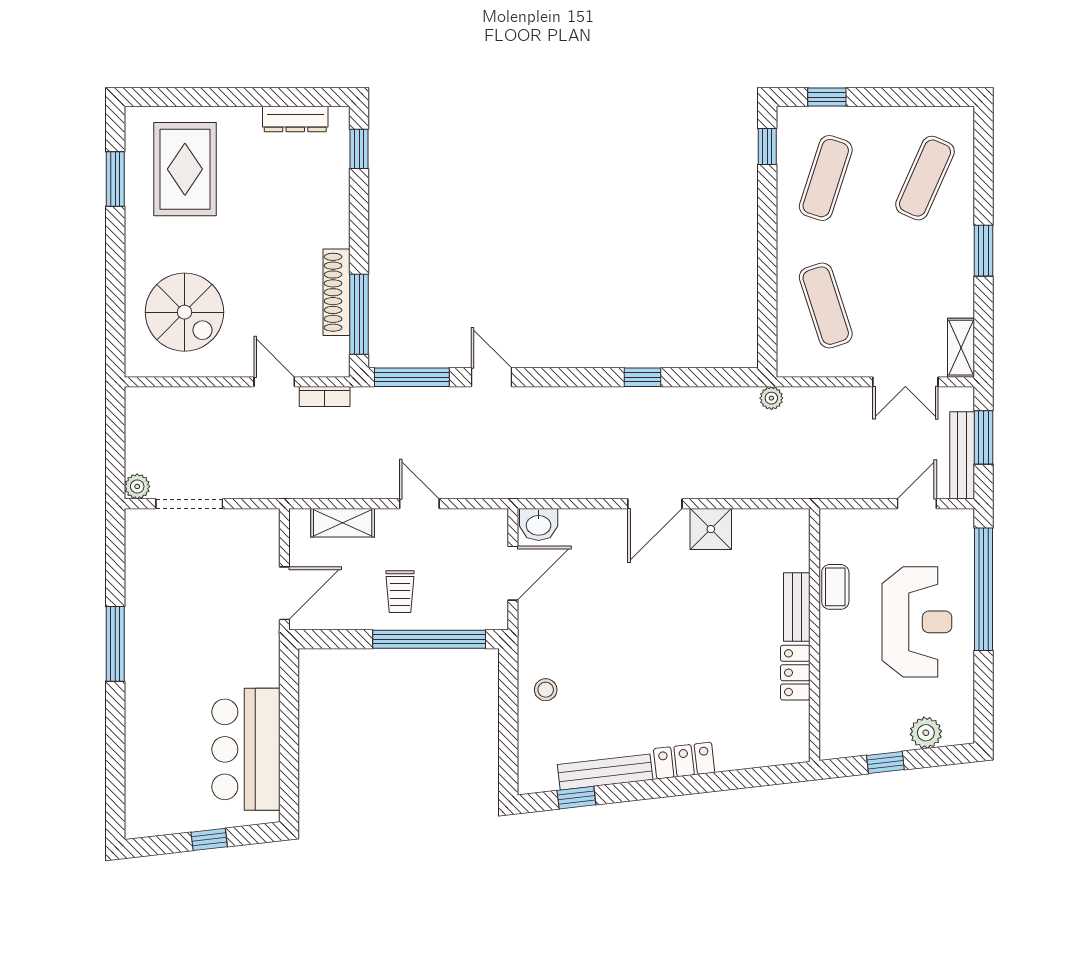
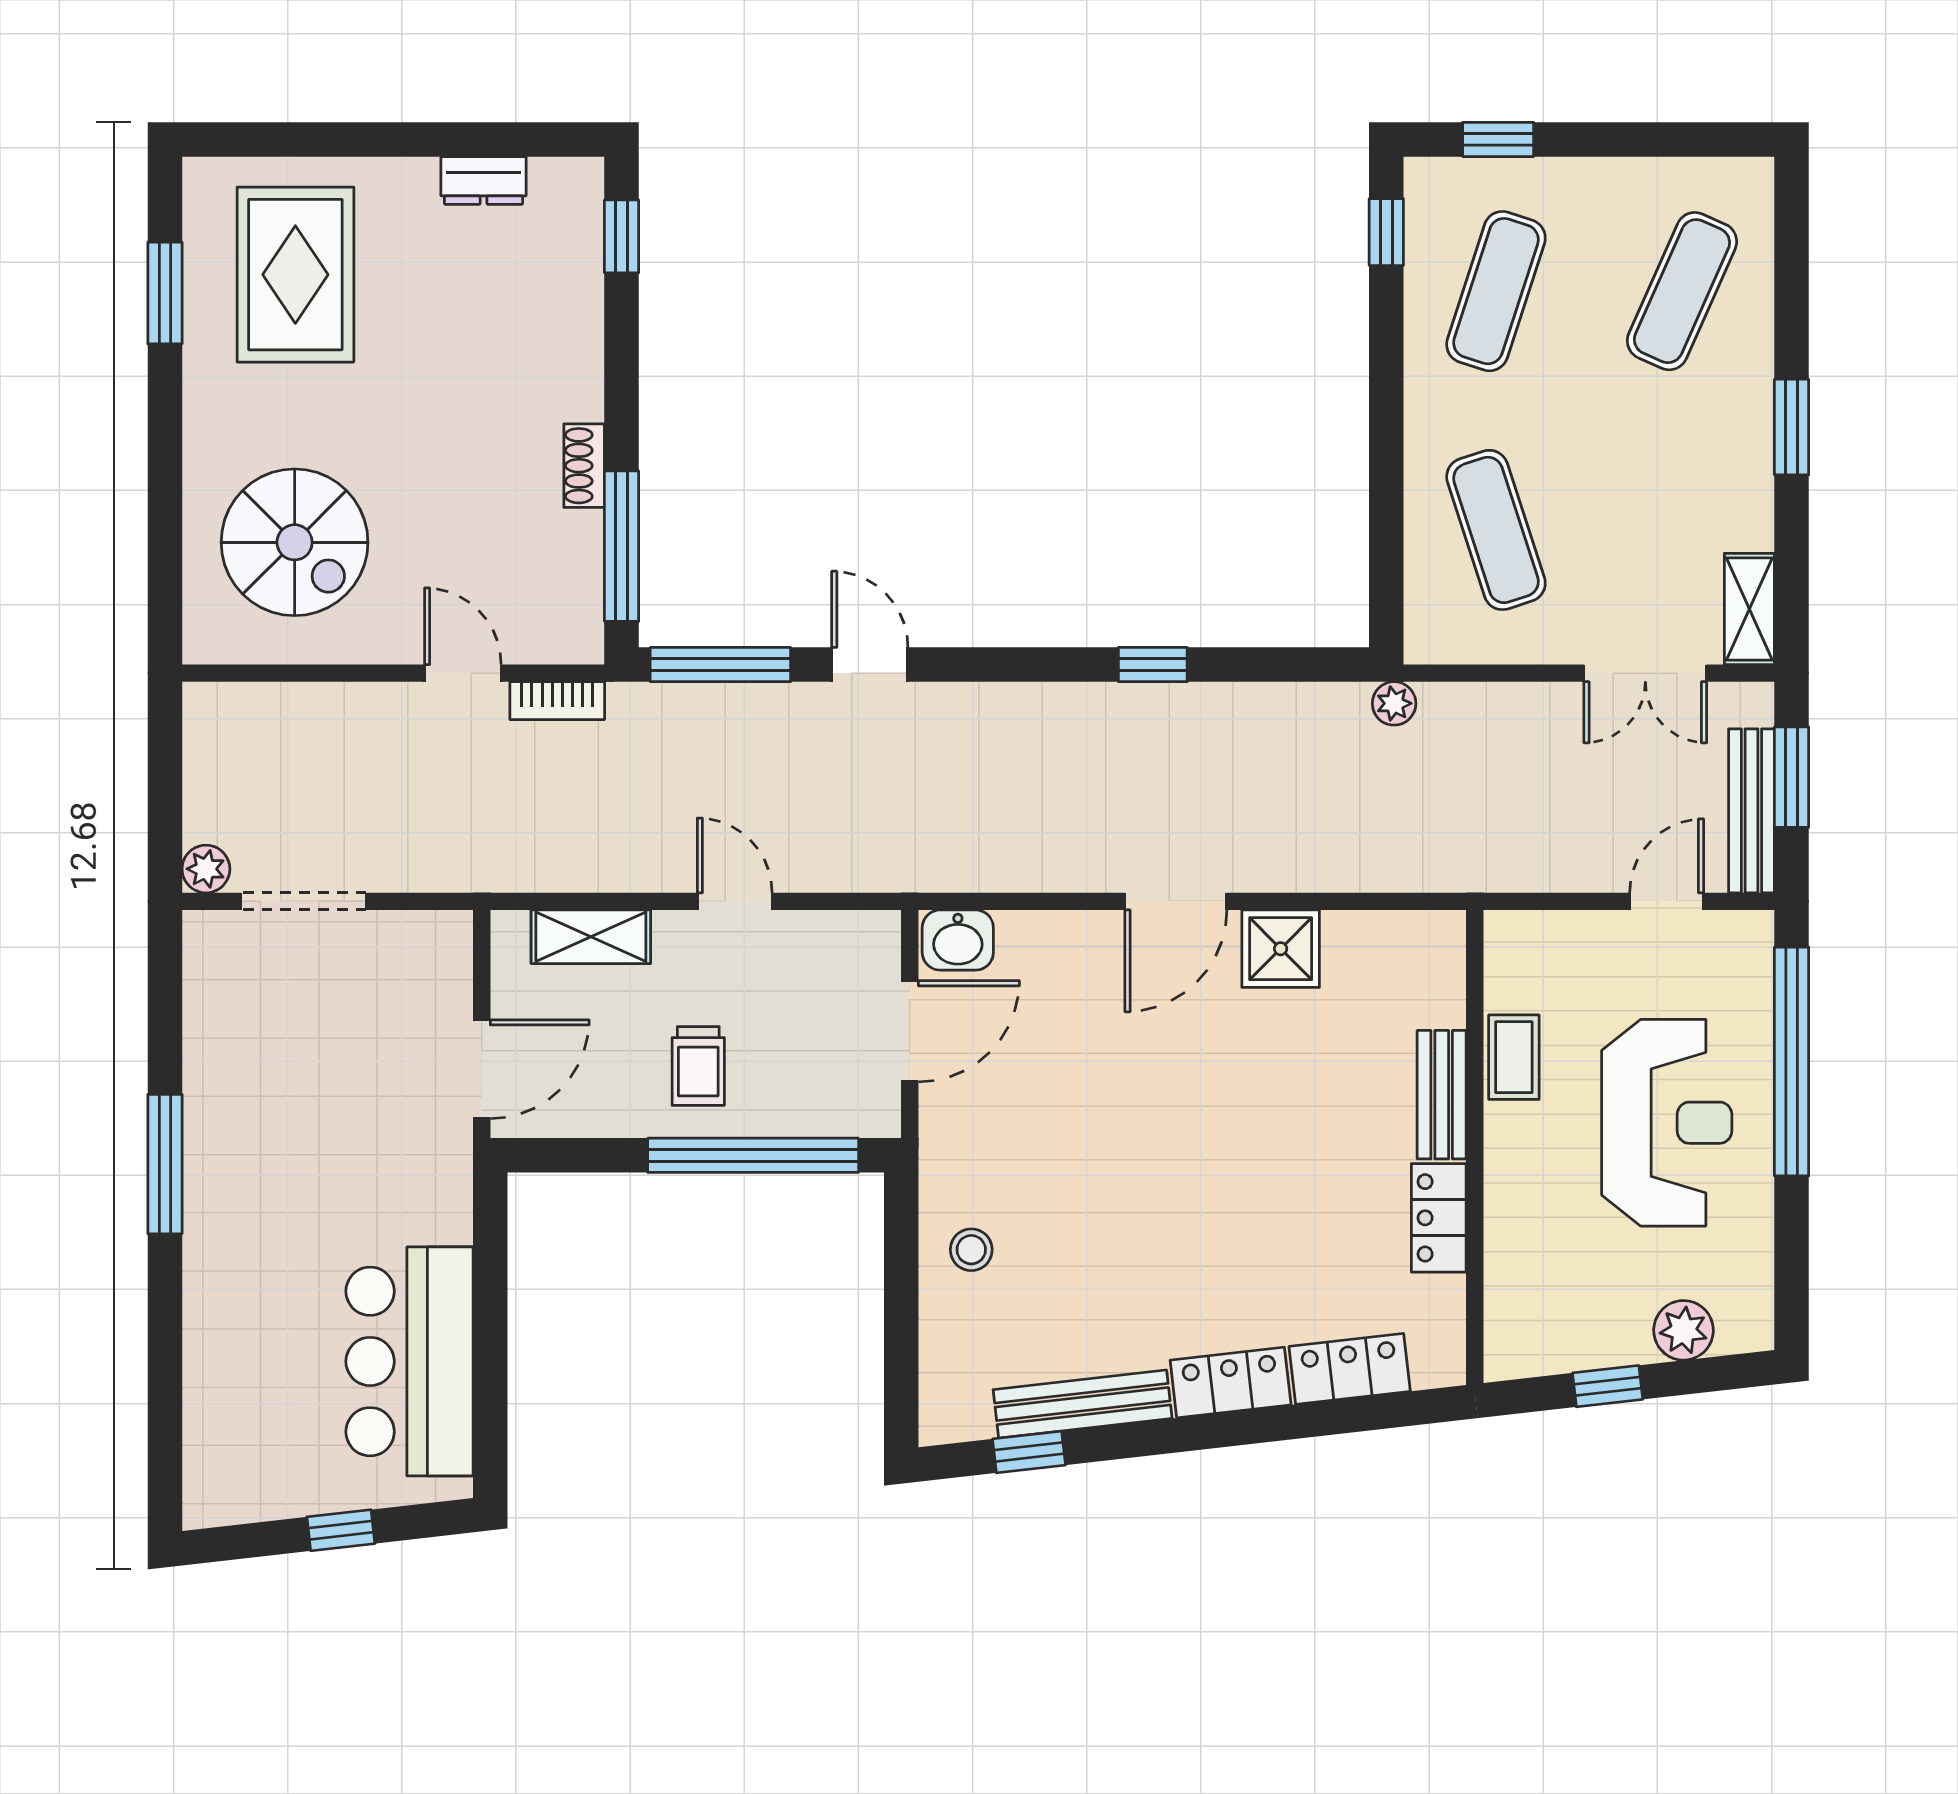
dresser: (295, 119) -> (484, 180), width x0.70
shoe rack: (336, 292) -> (584, 466), width x0.51, depth x0.81
locker: (748, 753) -> (1350, 1369), added

